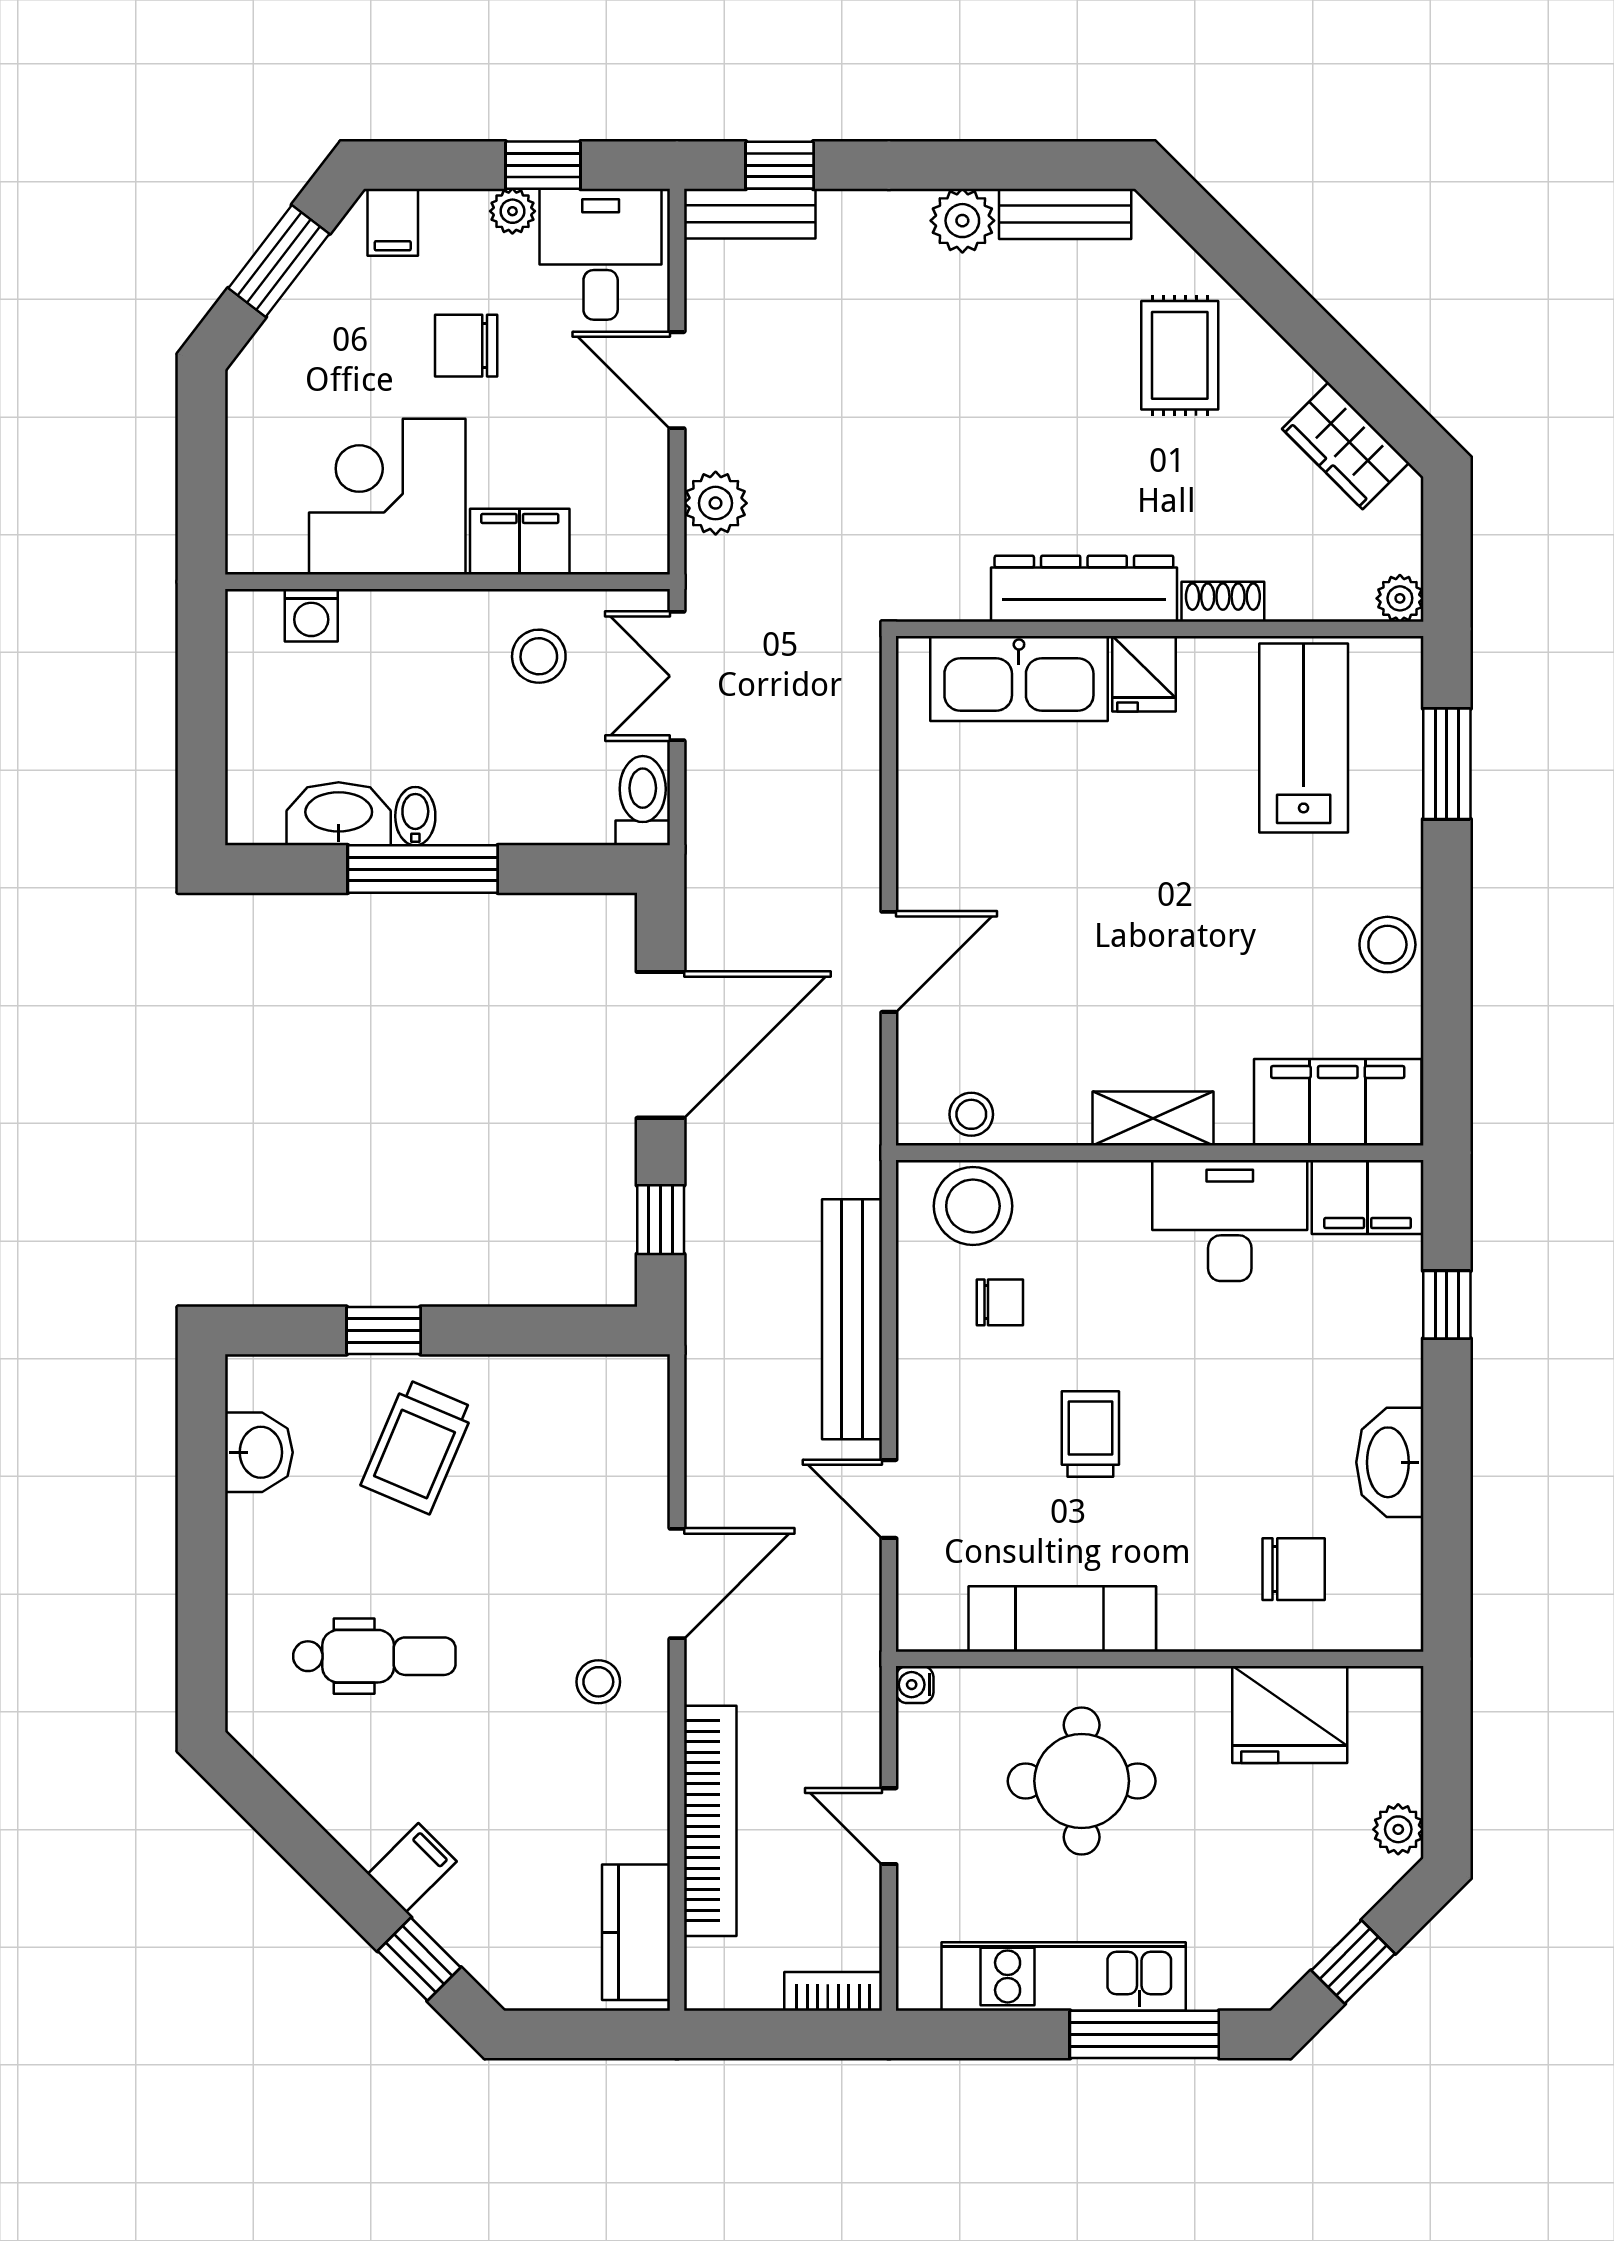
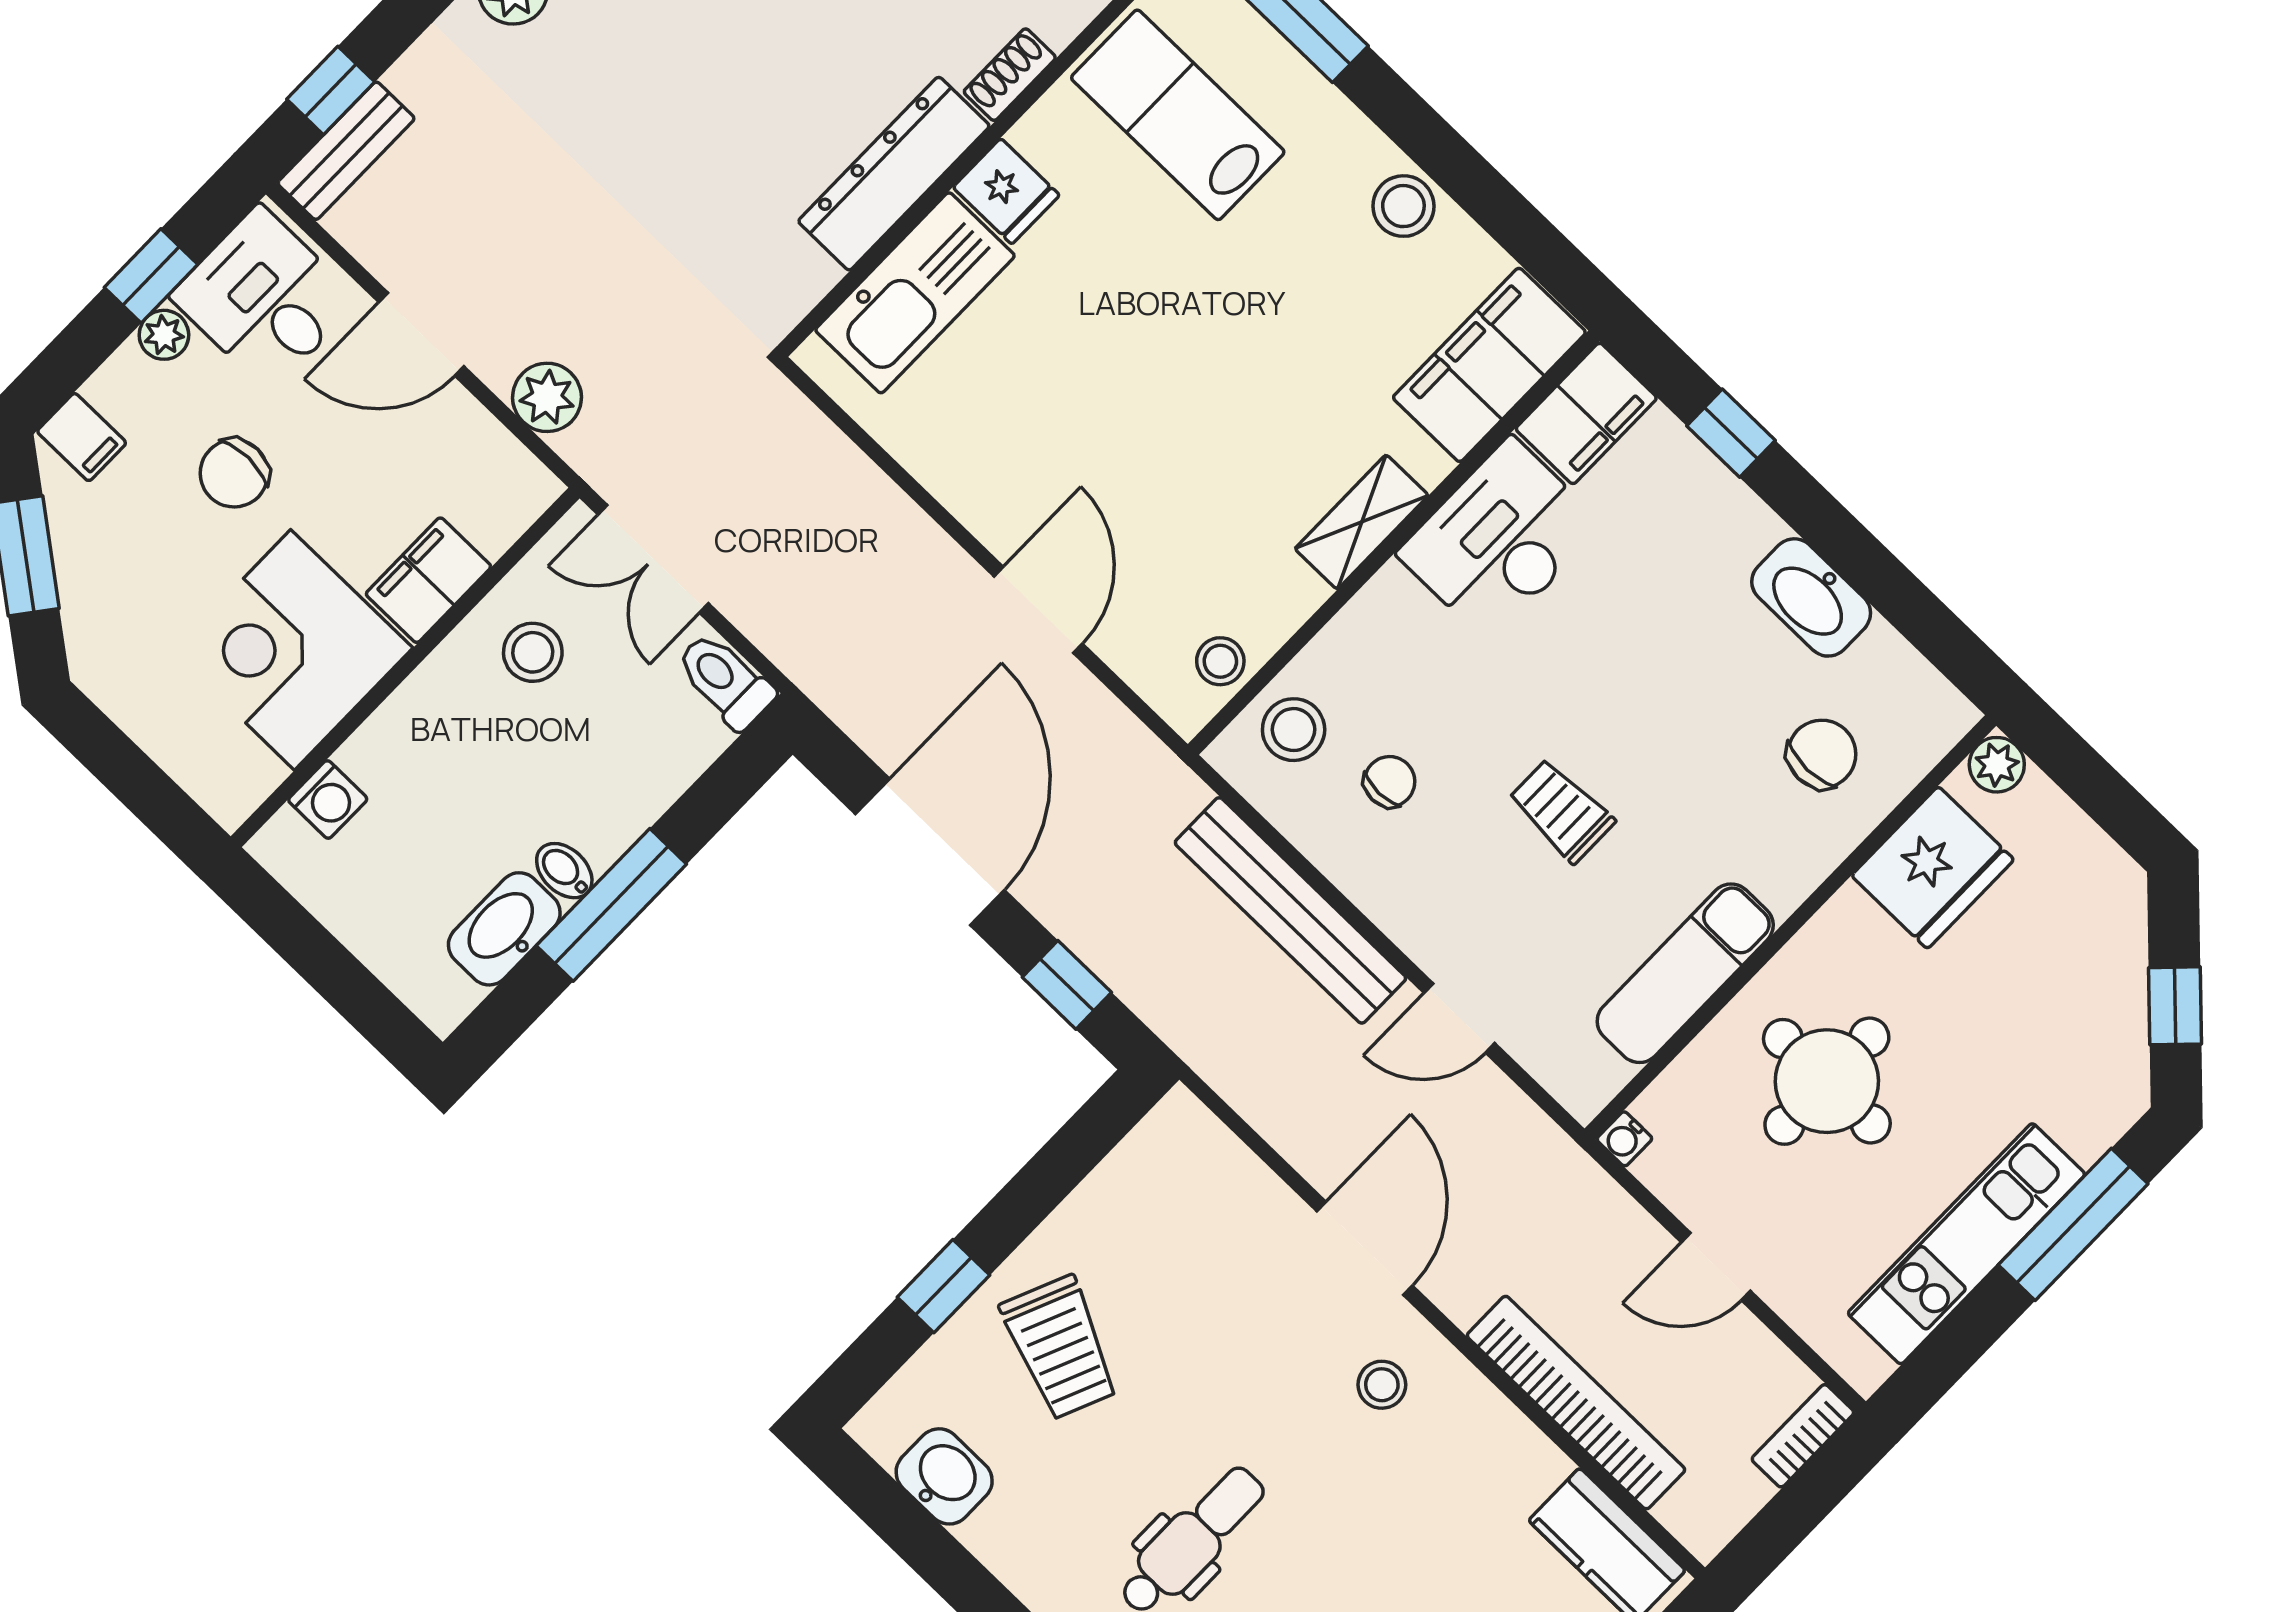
stool: (973, 1206) -> (1294, 730), width x0.73, depth x0.73
plant: (1398, 1829) -> (1997, 765), moved

